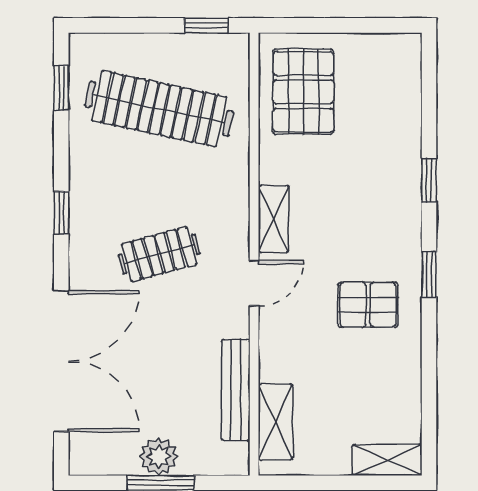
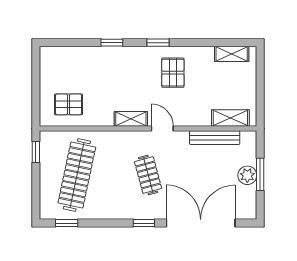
pallet: (303, 92) -> (68, 104), width x0.67, depth x0.71
window: (61, 213) -> (144, 223), moved
shelving: (387, 460) -> (232, 54), moved, turned 90

